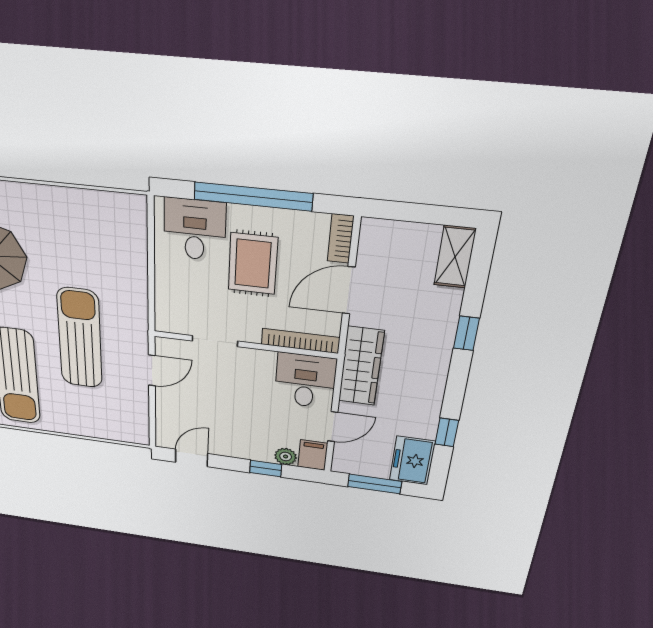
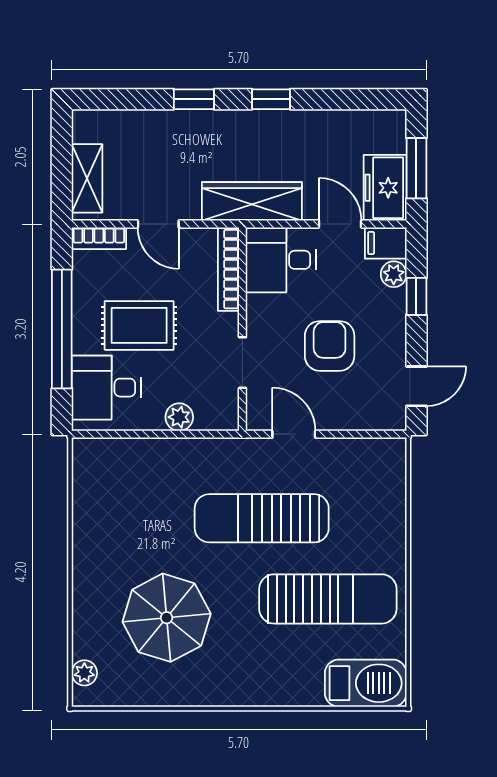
shelving: (455, 257) -> (87, 178), moved, turned 90
plant: (167, 287) -> (179, 417), added
door: (349, 290) -> (158, 224), width x0.73
armchair: (227, 405) -> (330, 346), added
window: (447, 432) -> (271, 99), moved
door: (192, 458) -> (416, 386), swing flipped
freezer: (412, 461) -> (385, 188), moved, turned 90

